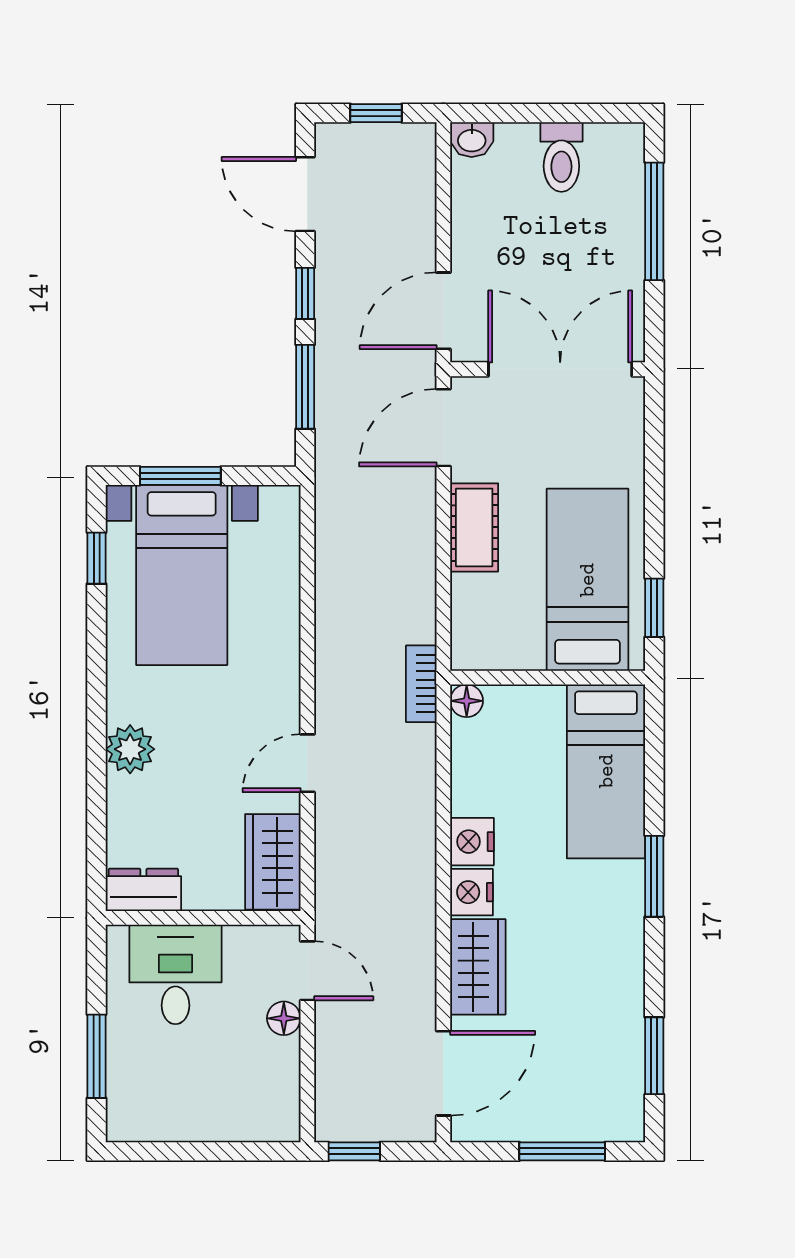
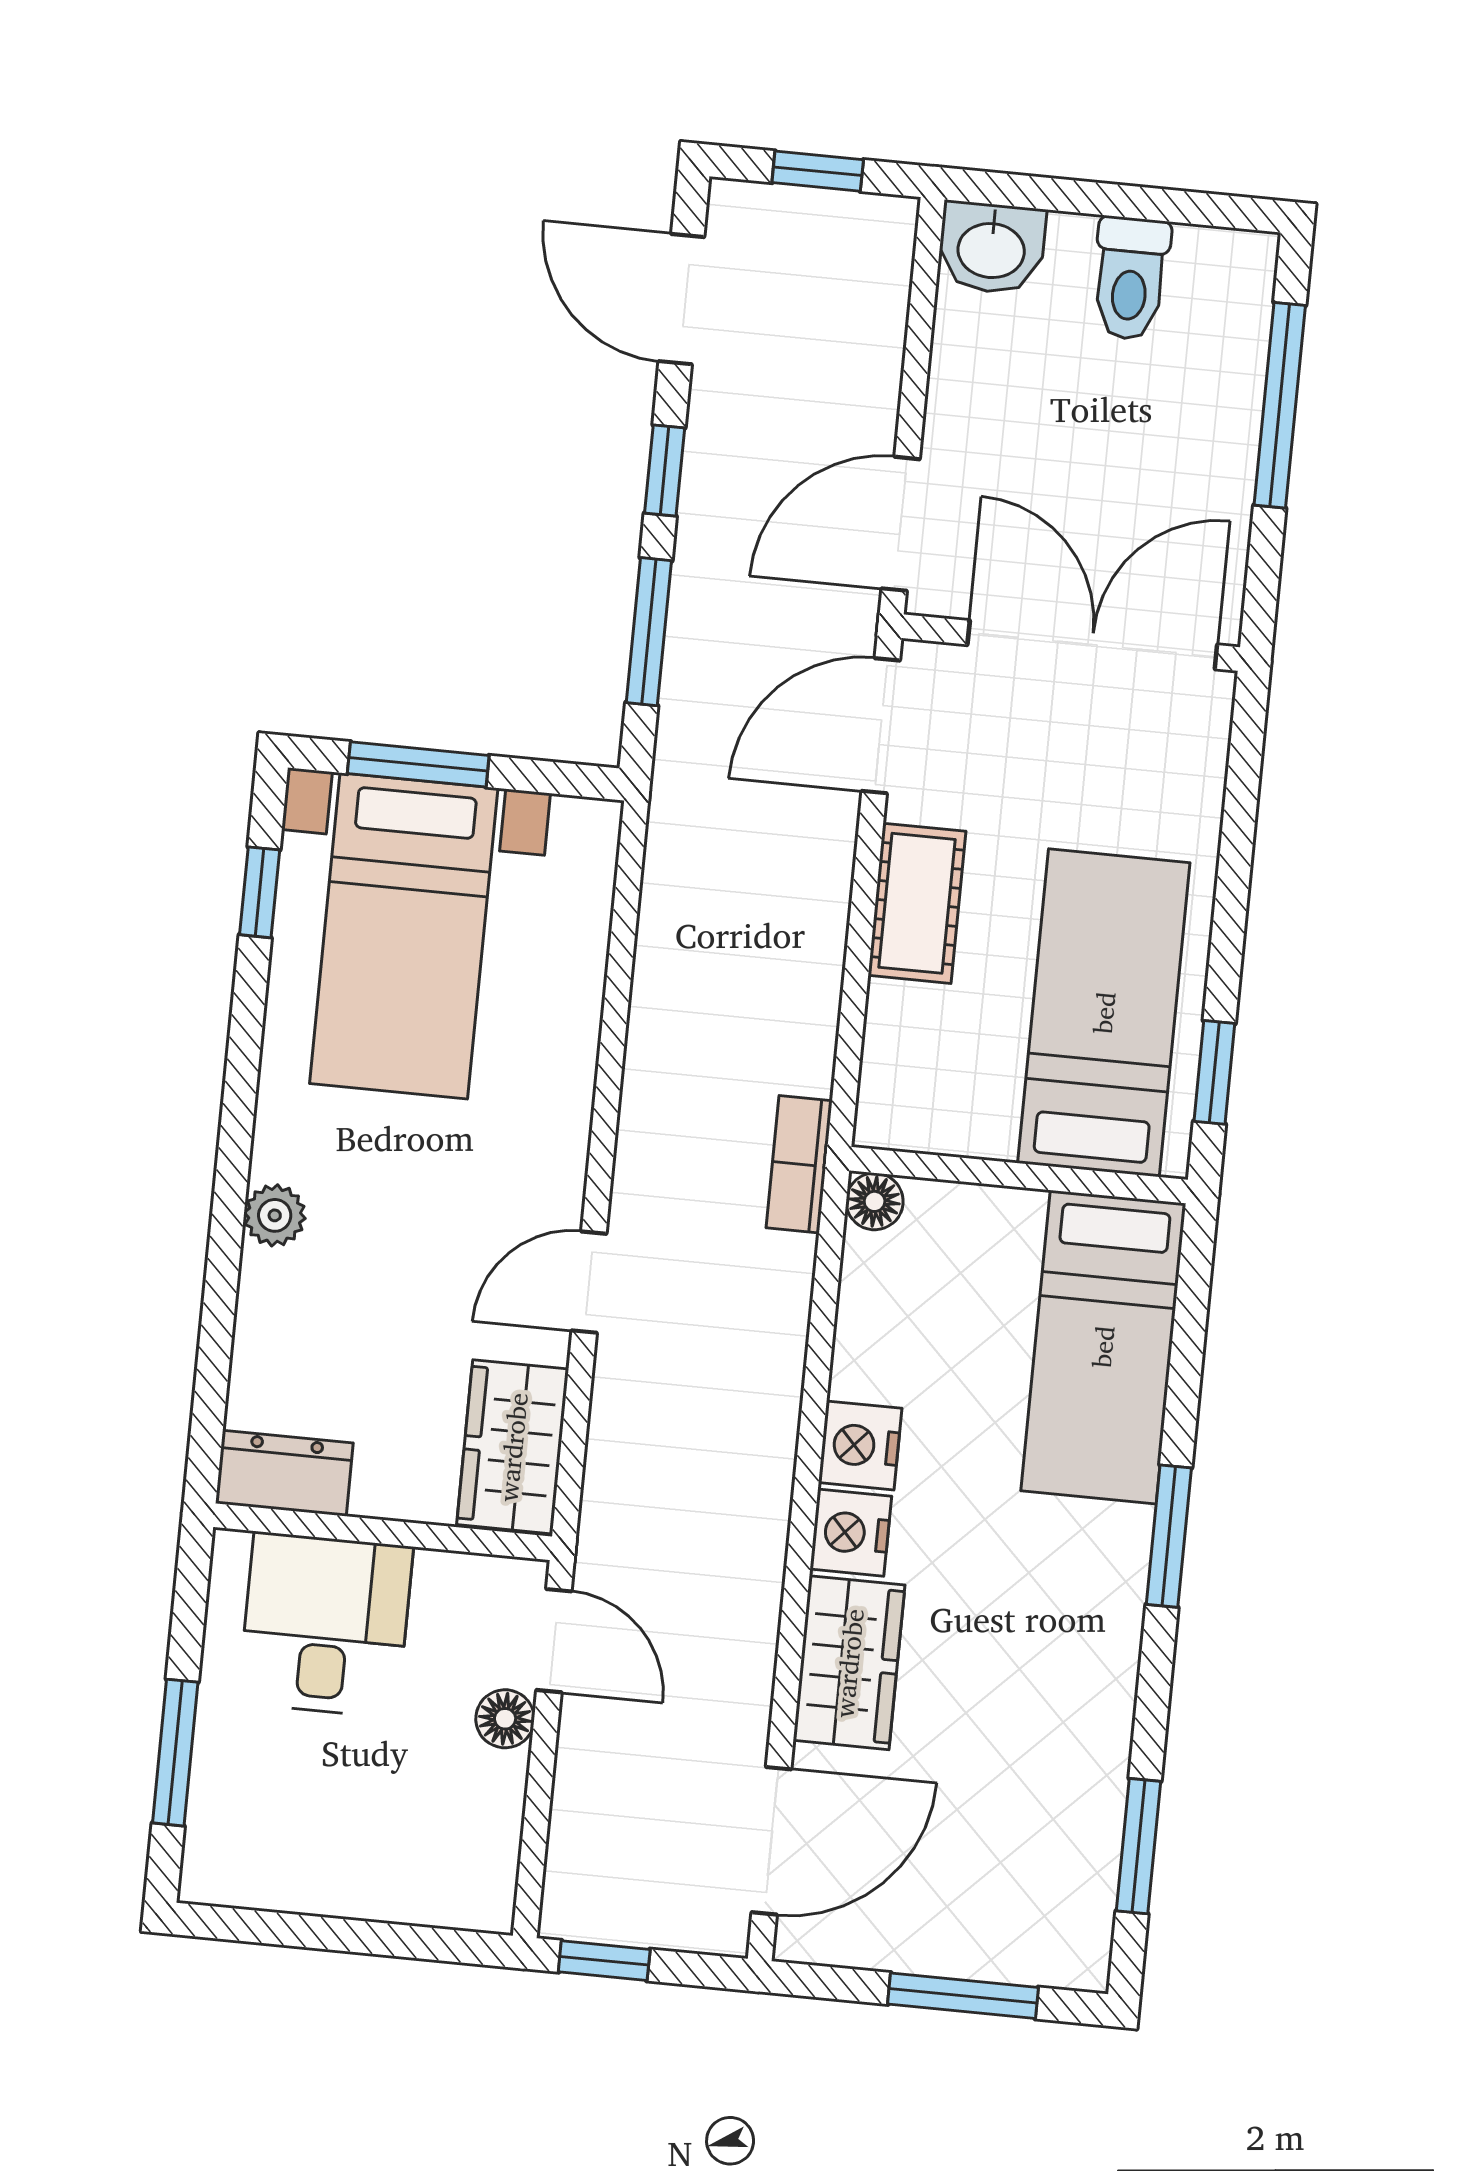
washbasin: (472, 140) -> (991, 248), width x1.38, depth x1.45
plant: (130, 749) -> (275, 1215), width x0.73, depth x0.73

